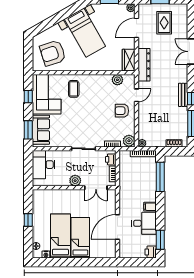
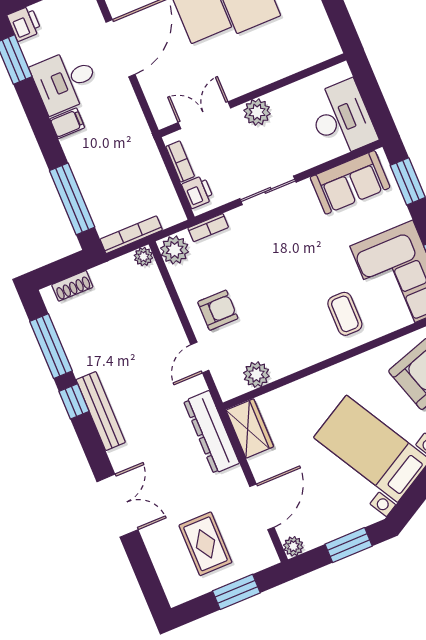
bench: (183, 95) -> (101, 411), width x1.36
sofa: (41, 130) -> (350, 182), moved, turned -90

